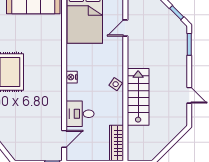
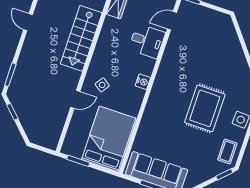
door: (125, 28) -> (75, 99), moved
side table: (116, 84) -> (102, 85), moved

